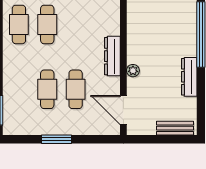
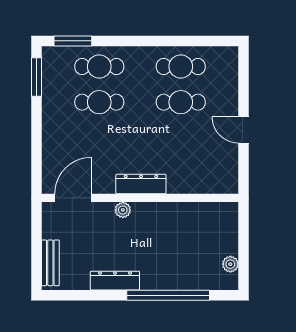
cafe table: (76, 89) -> (99, 67), moved
window: (57, 139) -> (36, 77), moved

